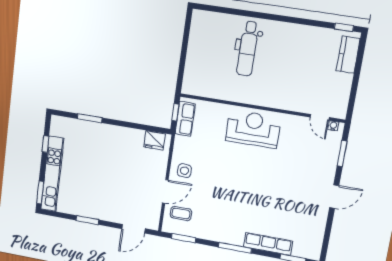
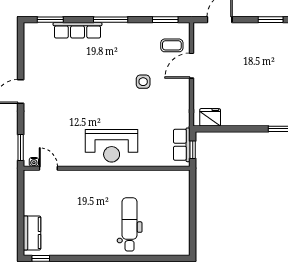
window: (342, 154) -> (21, 148), moved
side table: (184, 171) -> (143, 82), moved

